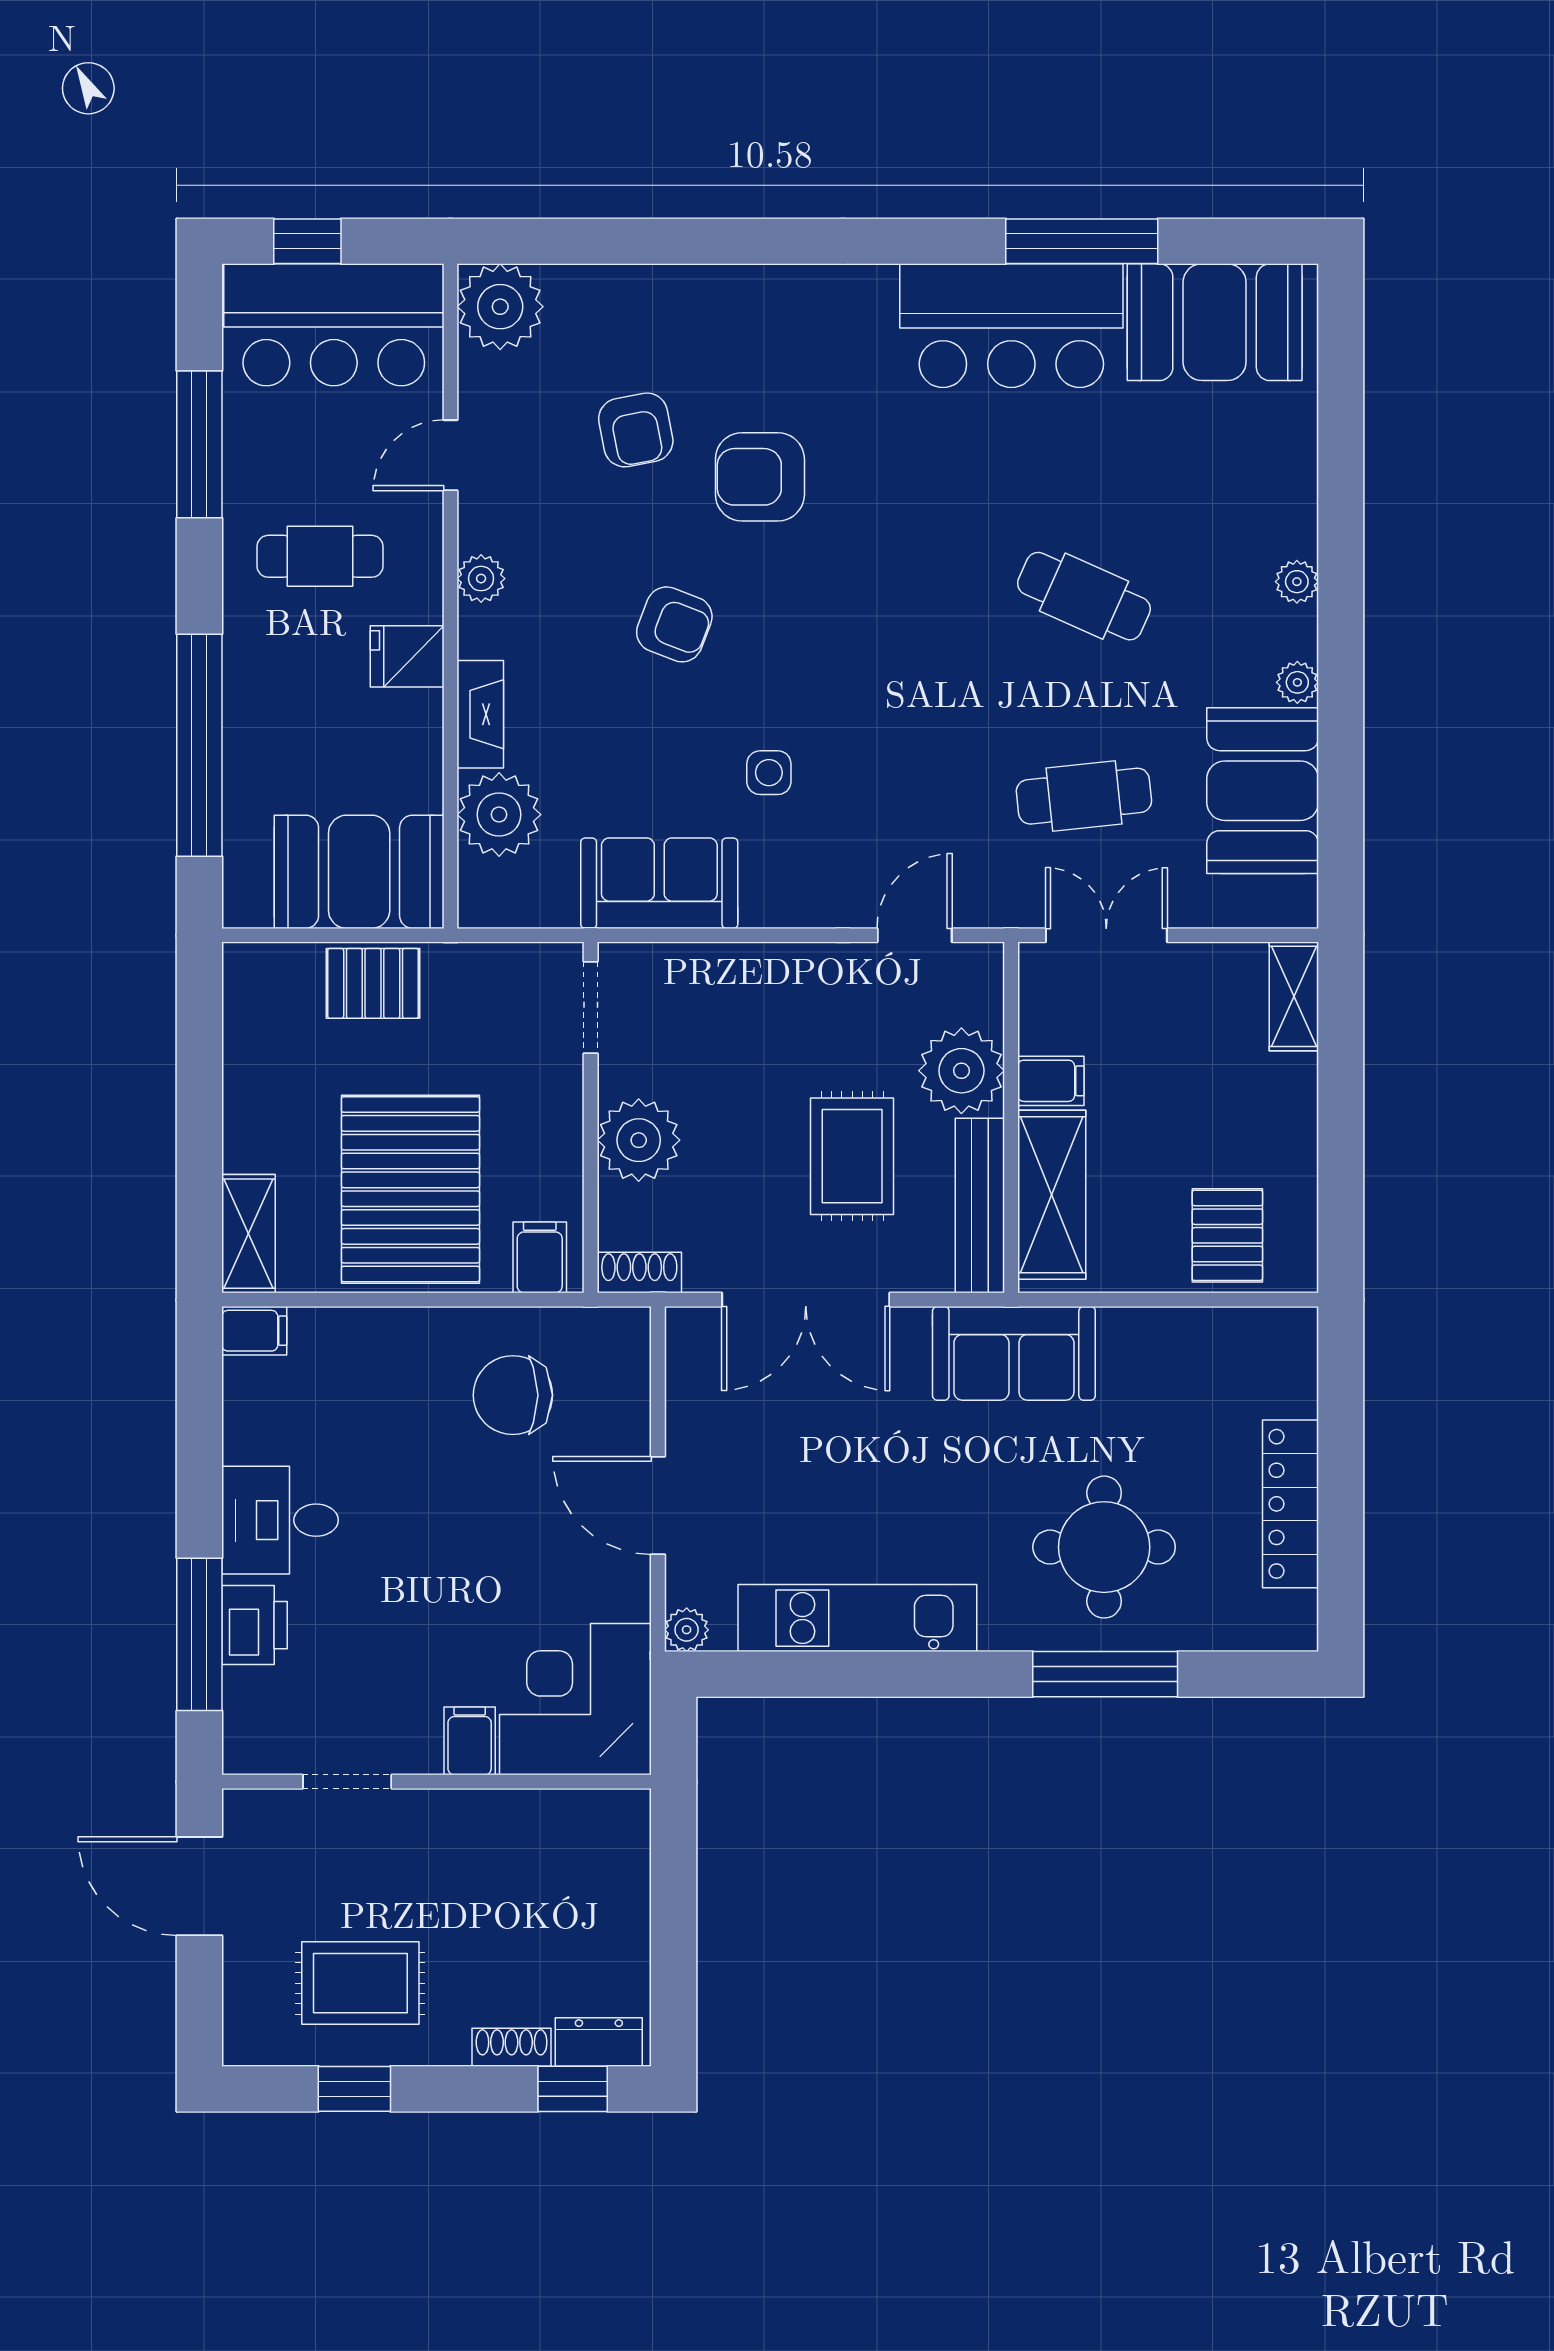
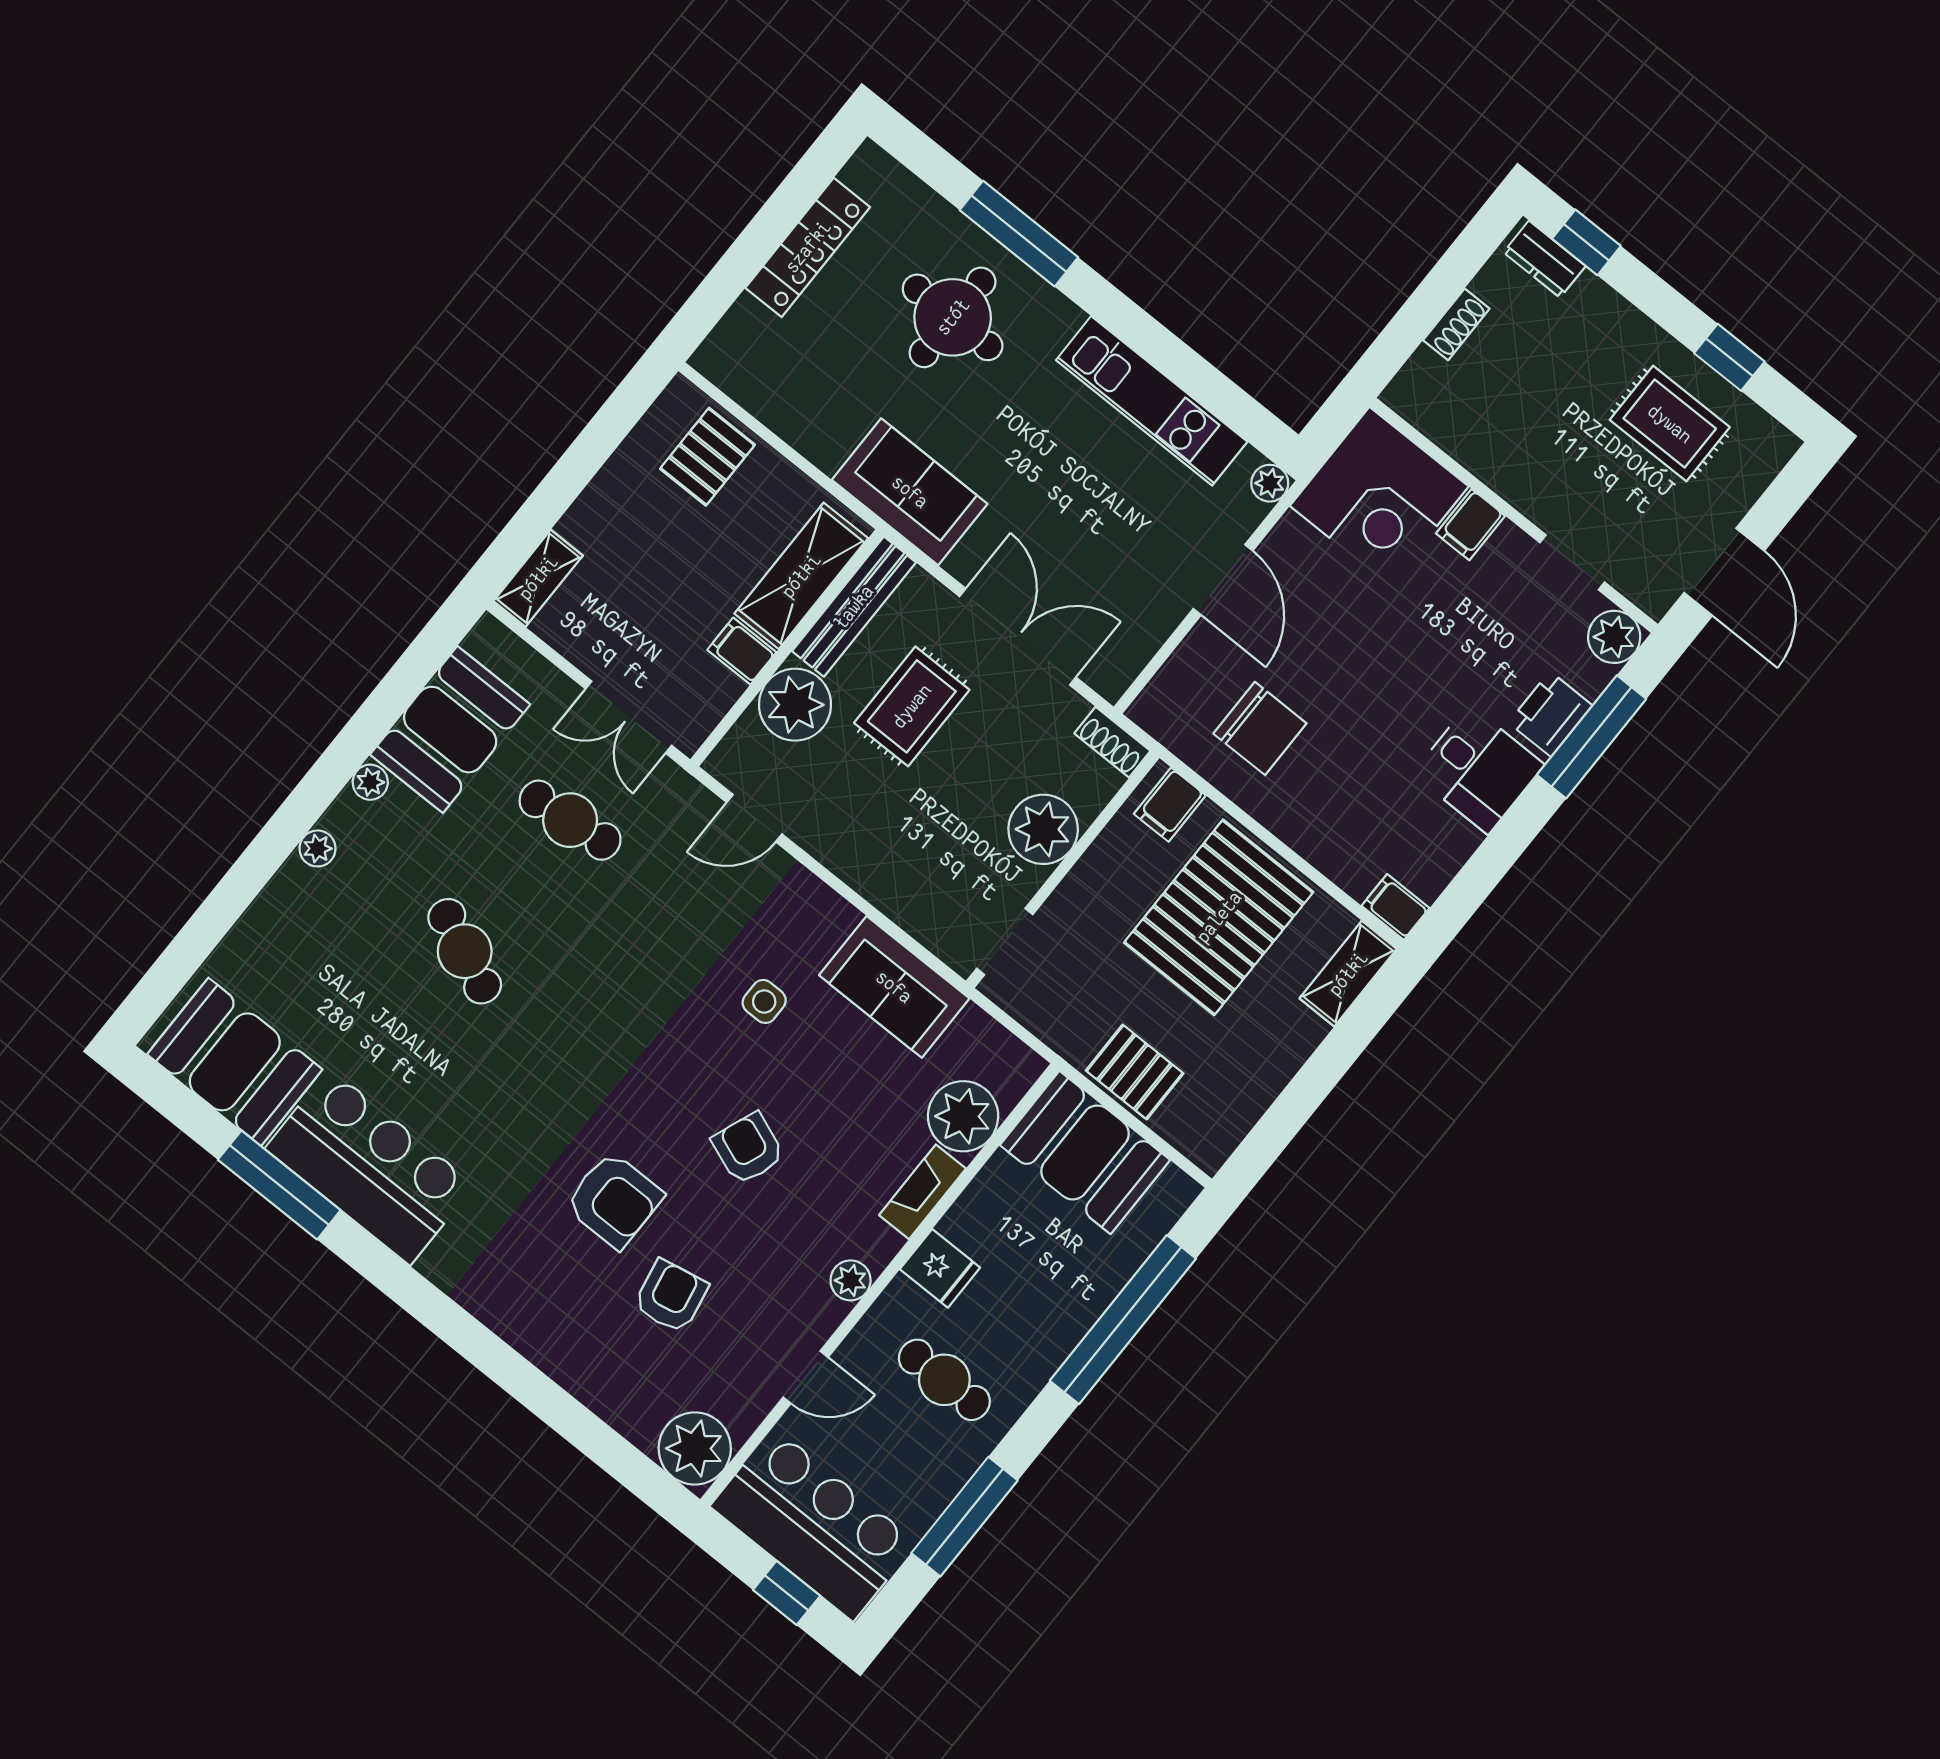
plant: (253, 1744) -> (1614, 637), added
shoe rack: (512, 2047) -> (1456, 324), moved, turned -90

